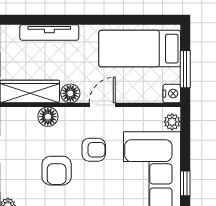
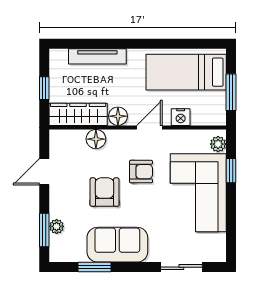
nightstand: (172, 94) -> (181, 117), moved, turned 90
armchair: (57, 171) -> (105, 192), turned 180
window: (185, 183) -> (231, 171), moved

